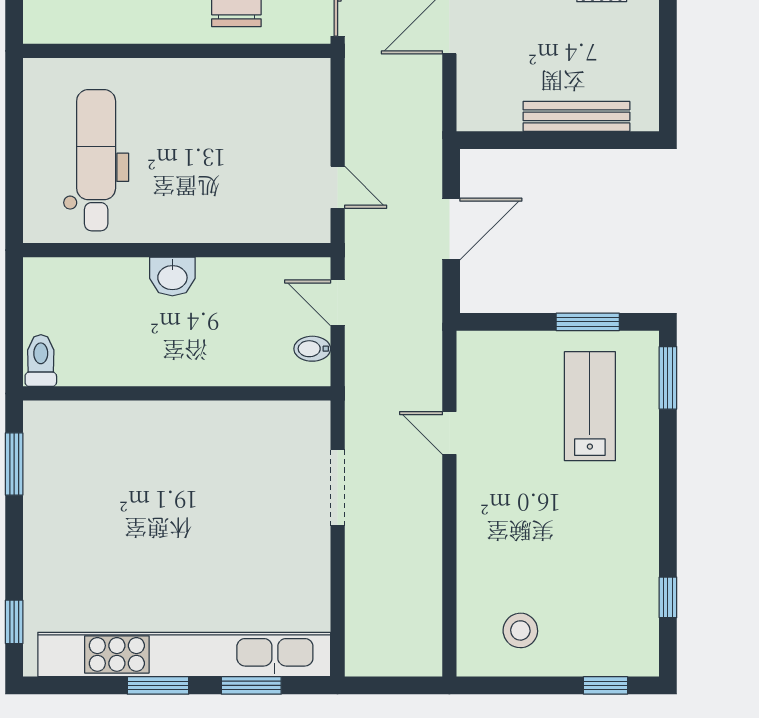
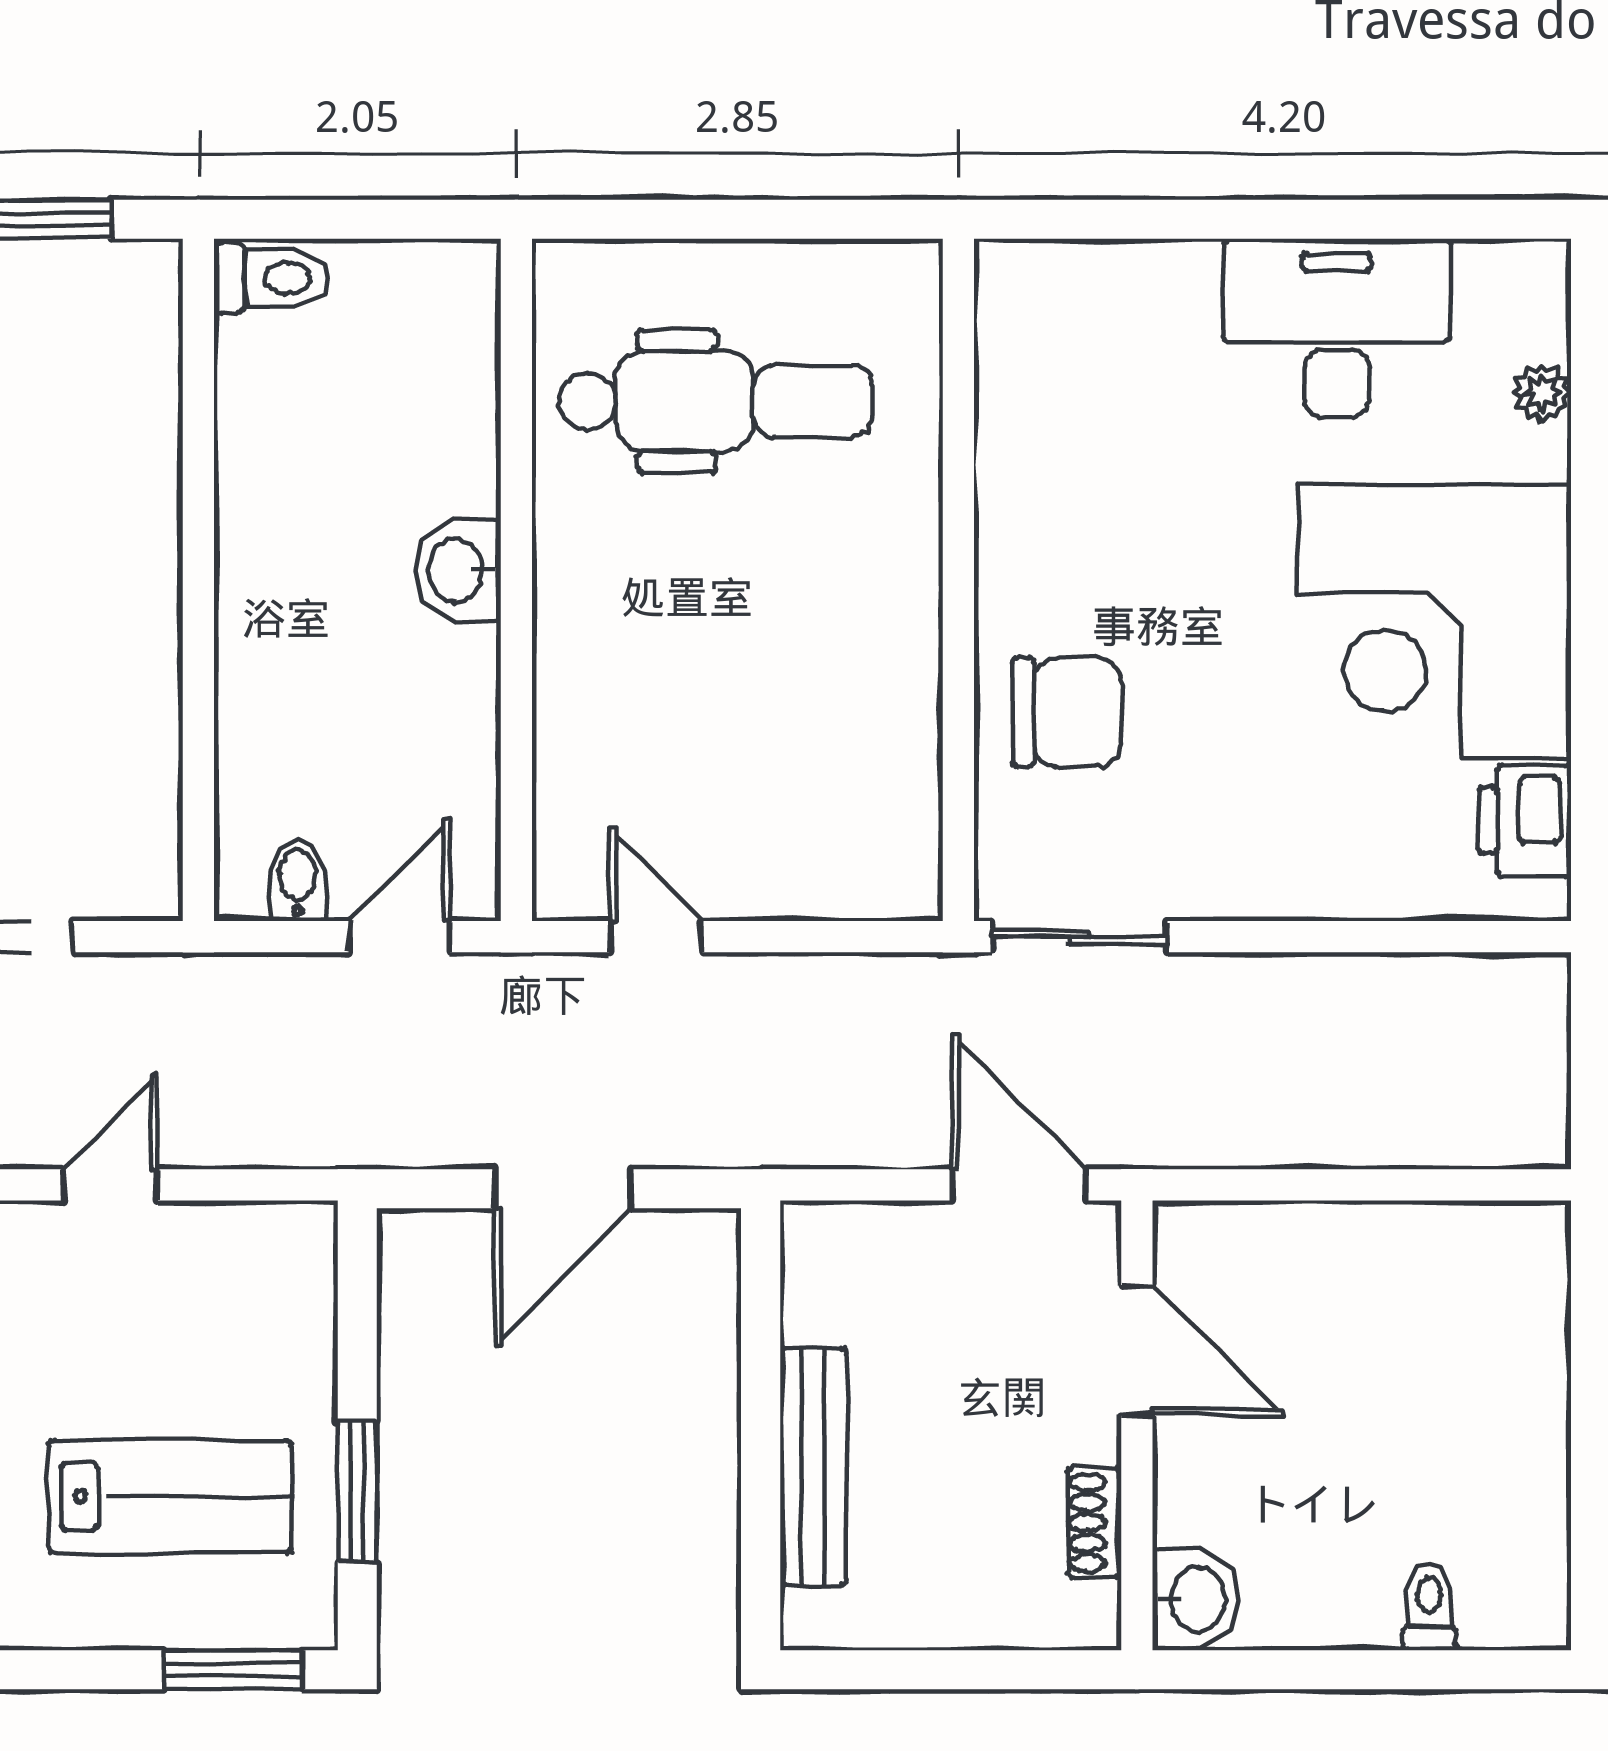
door: (338, 187) -> (656, 937), swing flipped
door: (451, 229) -> (563, 1189), hinge flipped

